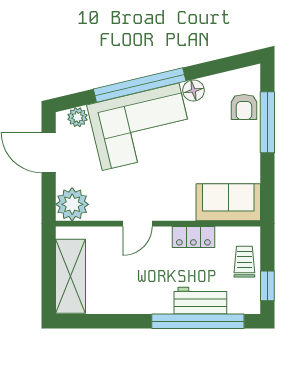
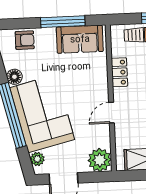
window: (267, 122) -> (63, 22), moved
sofa: (228, 202) -> (80, 39), moved, turned -90
door: (137, 224) -> (111, 113), swing flipped

